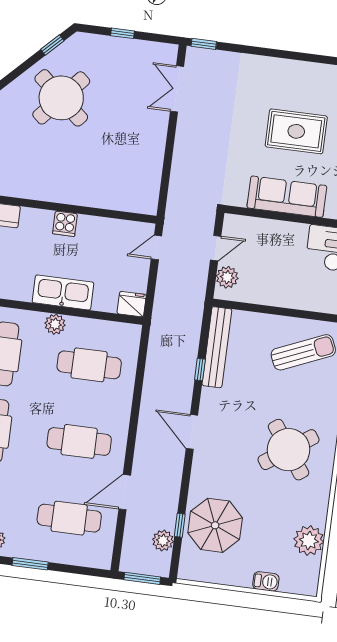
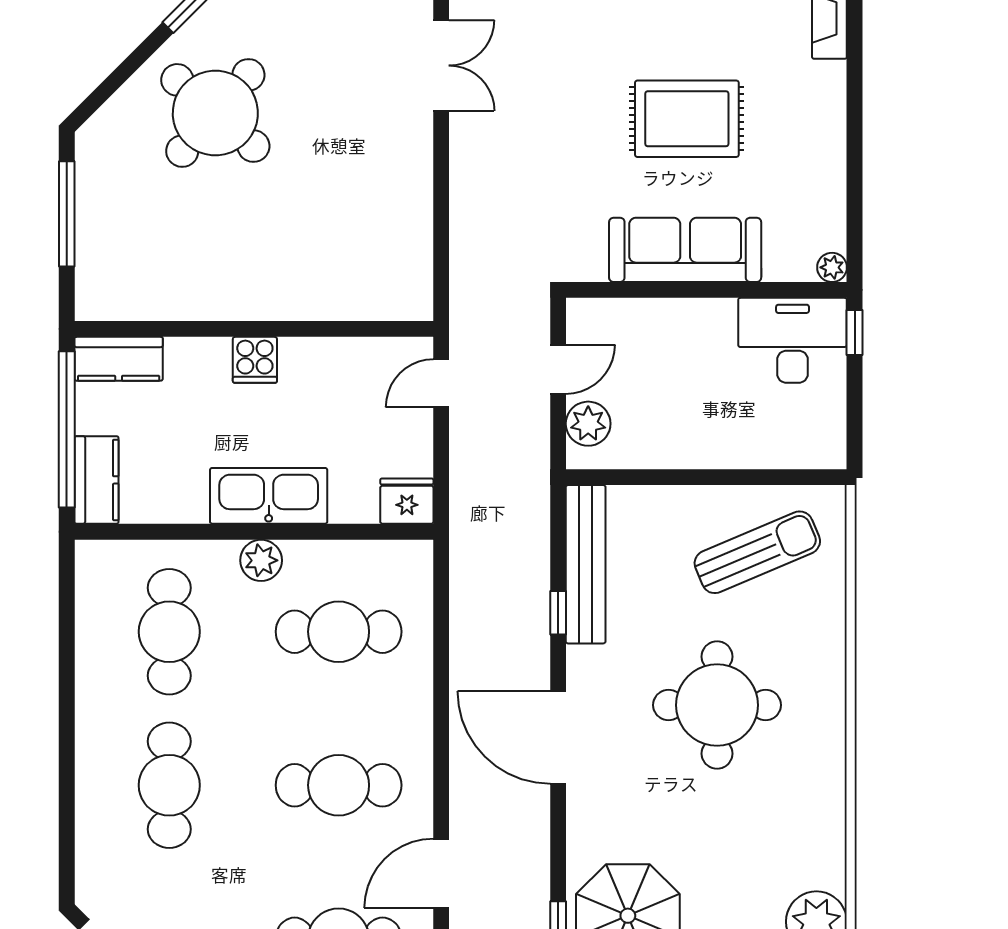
double door: (177, 89) -> (441, 65), swing flipped
door: (192, 432) -> (558, 737), width x1.36
round table: (289, 450) -> (717, 705), moved, turned 35

